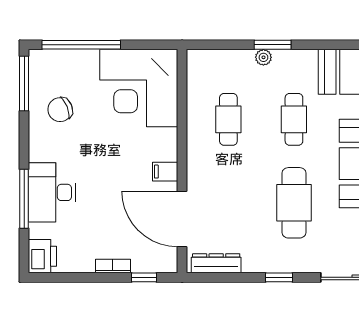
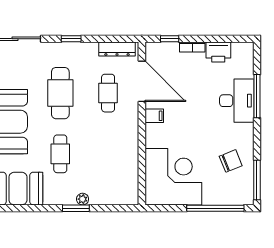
cafe table: (228, 119) -> (108, 93), moved
printer: (42, 256) -> (218, 52), moved, turned -90

